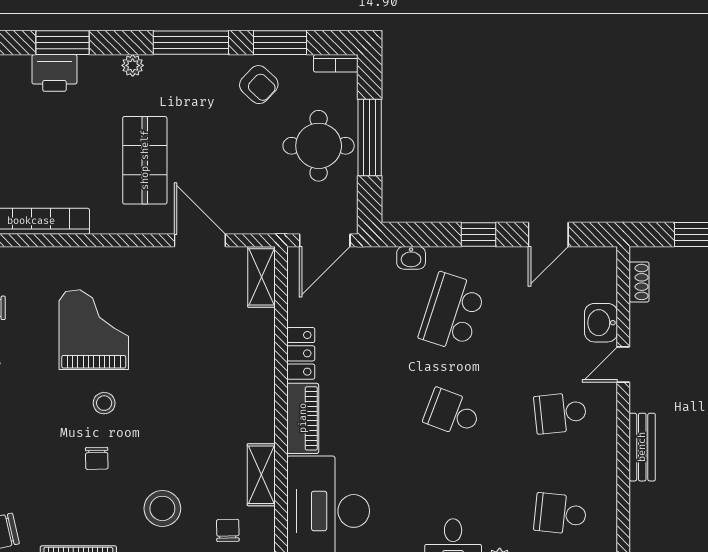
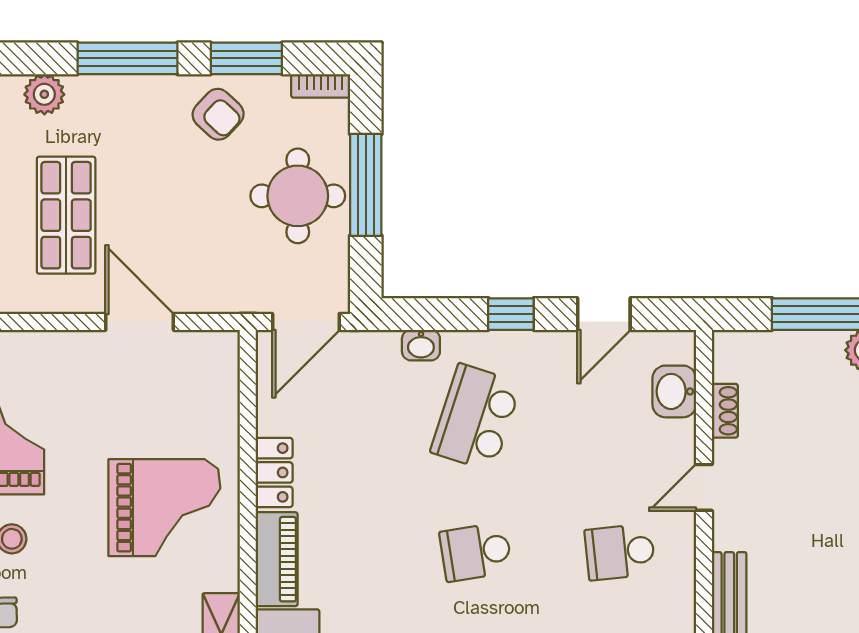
plant: (133, 65) -> (44, 94), width x1.38, depth x1.38
shelving: (262, 277) -> (222, 371), removed
shoe rack: (639, 282) -> (725, 411), moved
washbasin: (601, 323) -> (674, 391), moved
grand piano: (219, 380) -> (164, 508), added
school desk: (452, 413) -> (476, 552), turned -30

